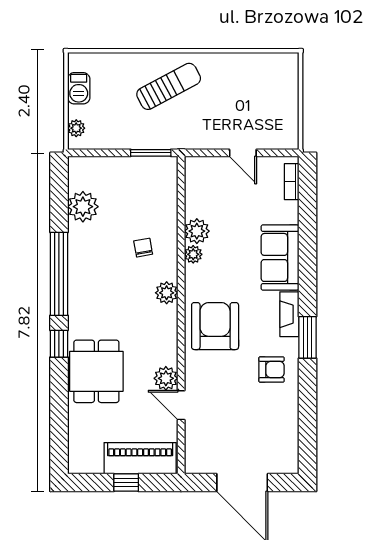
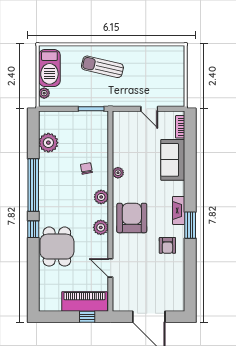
sun lounger: (169, 86) -> (102, 67), turned -139
barbecue: (79, 88) -> (49, 68), width x1.88, depth x1.53
plant: (197, 231) -> (120, 158), removed
sofa: (280, 257) -> (173, 160), moved
armchair: (272, 369) -> (167, 245), turned 90
plant: (166, 378) -> (101, 227), moved
window: (126, 483) -> (87, 317), moved

